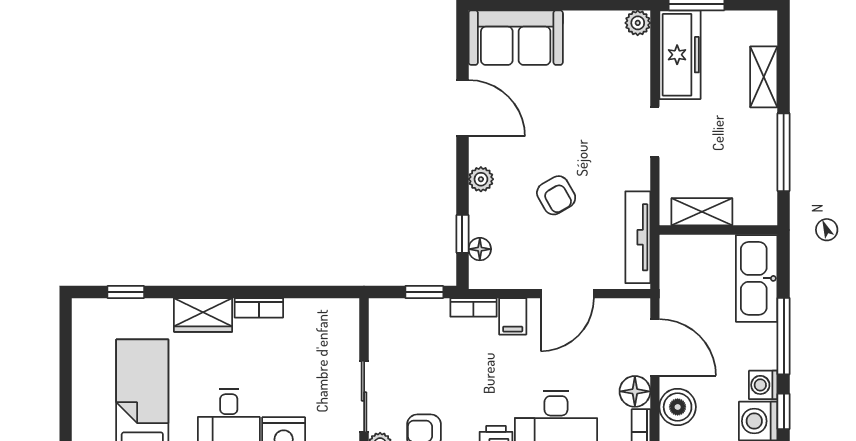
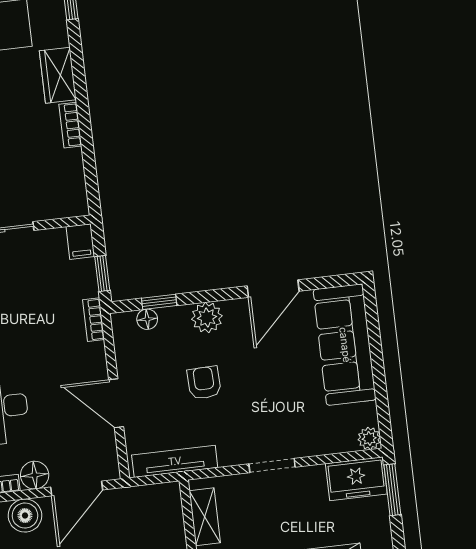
sofa: (516, 38) -> (345, 345), width x1.36
freezer: (680, 55) -> (356, 479), width x0.71
plant: (481, 179) -> (207, 318), width x1.38, depth x1.38
armchair: (556, 195) -> (204, 383), turned 118
filing cabinet: (513, 316) -> (80, 242), moved, turned -90

